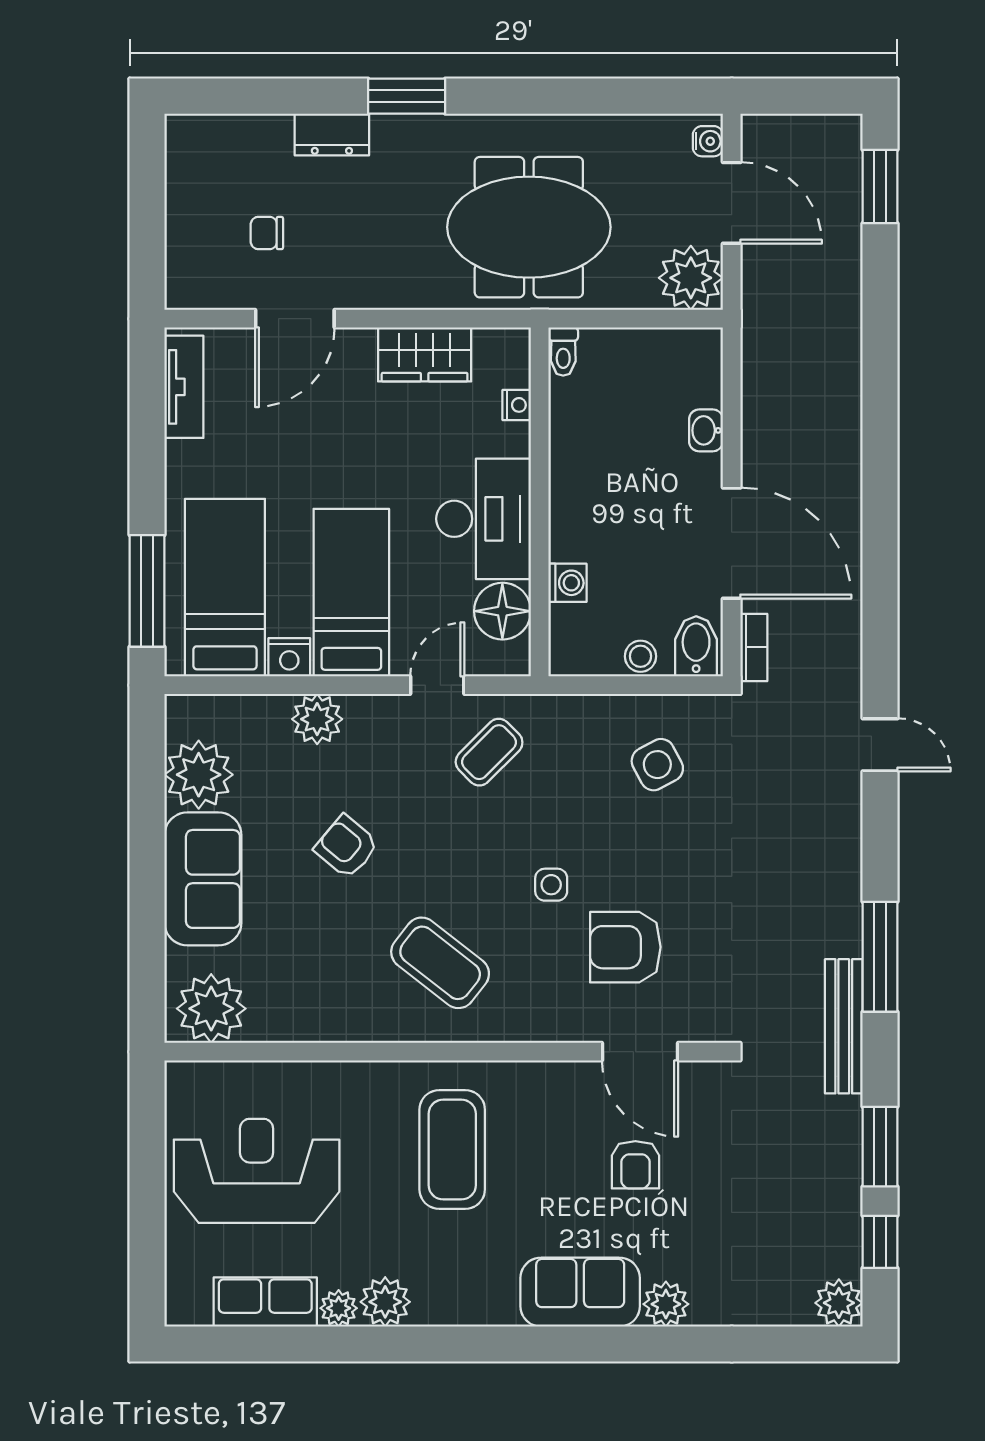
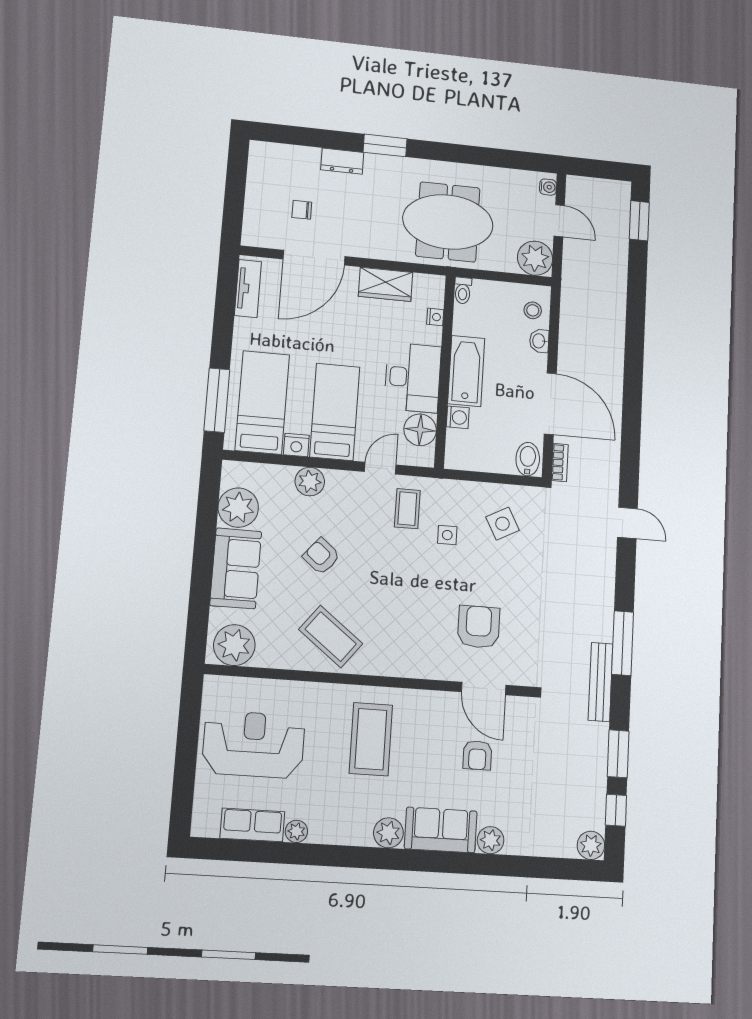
door: (732, 203) -> (559, 221), width x0.73
door: (295, 319) -> (314, 258), width x1.36
bathtub: (578, 498) -> (466, 371), added
stool: (640, 656) -> (533, 310), moved
coffee table: (489, 752) -> (407, 509), turned -45
side table: (551, 885) -> (447, 535), moved
armchair: (625, 947) -> (479, 627), turned 90
coffee table: (440, 963) -> (331, 637), moved
plant: (385, 1302) -> (388, 833), moved

